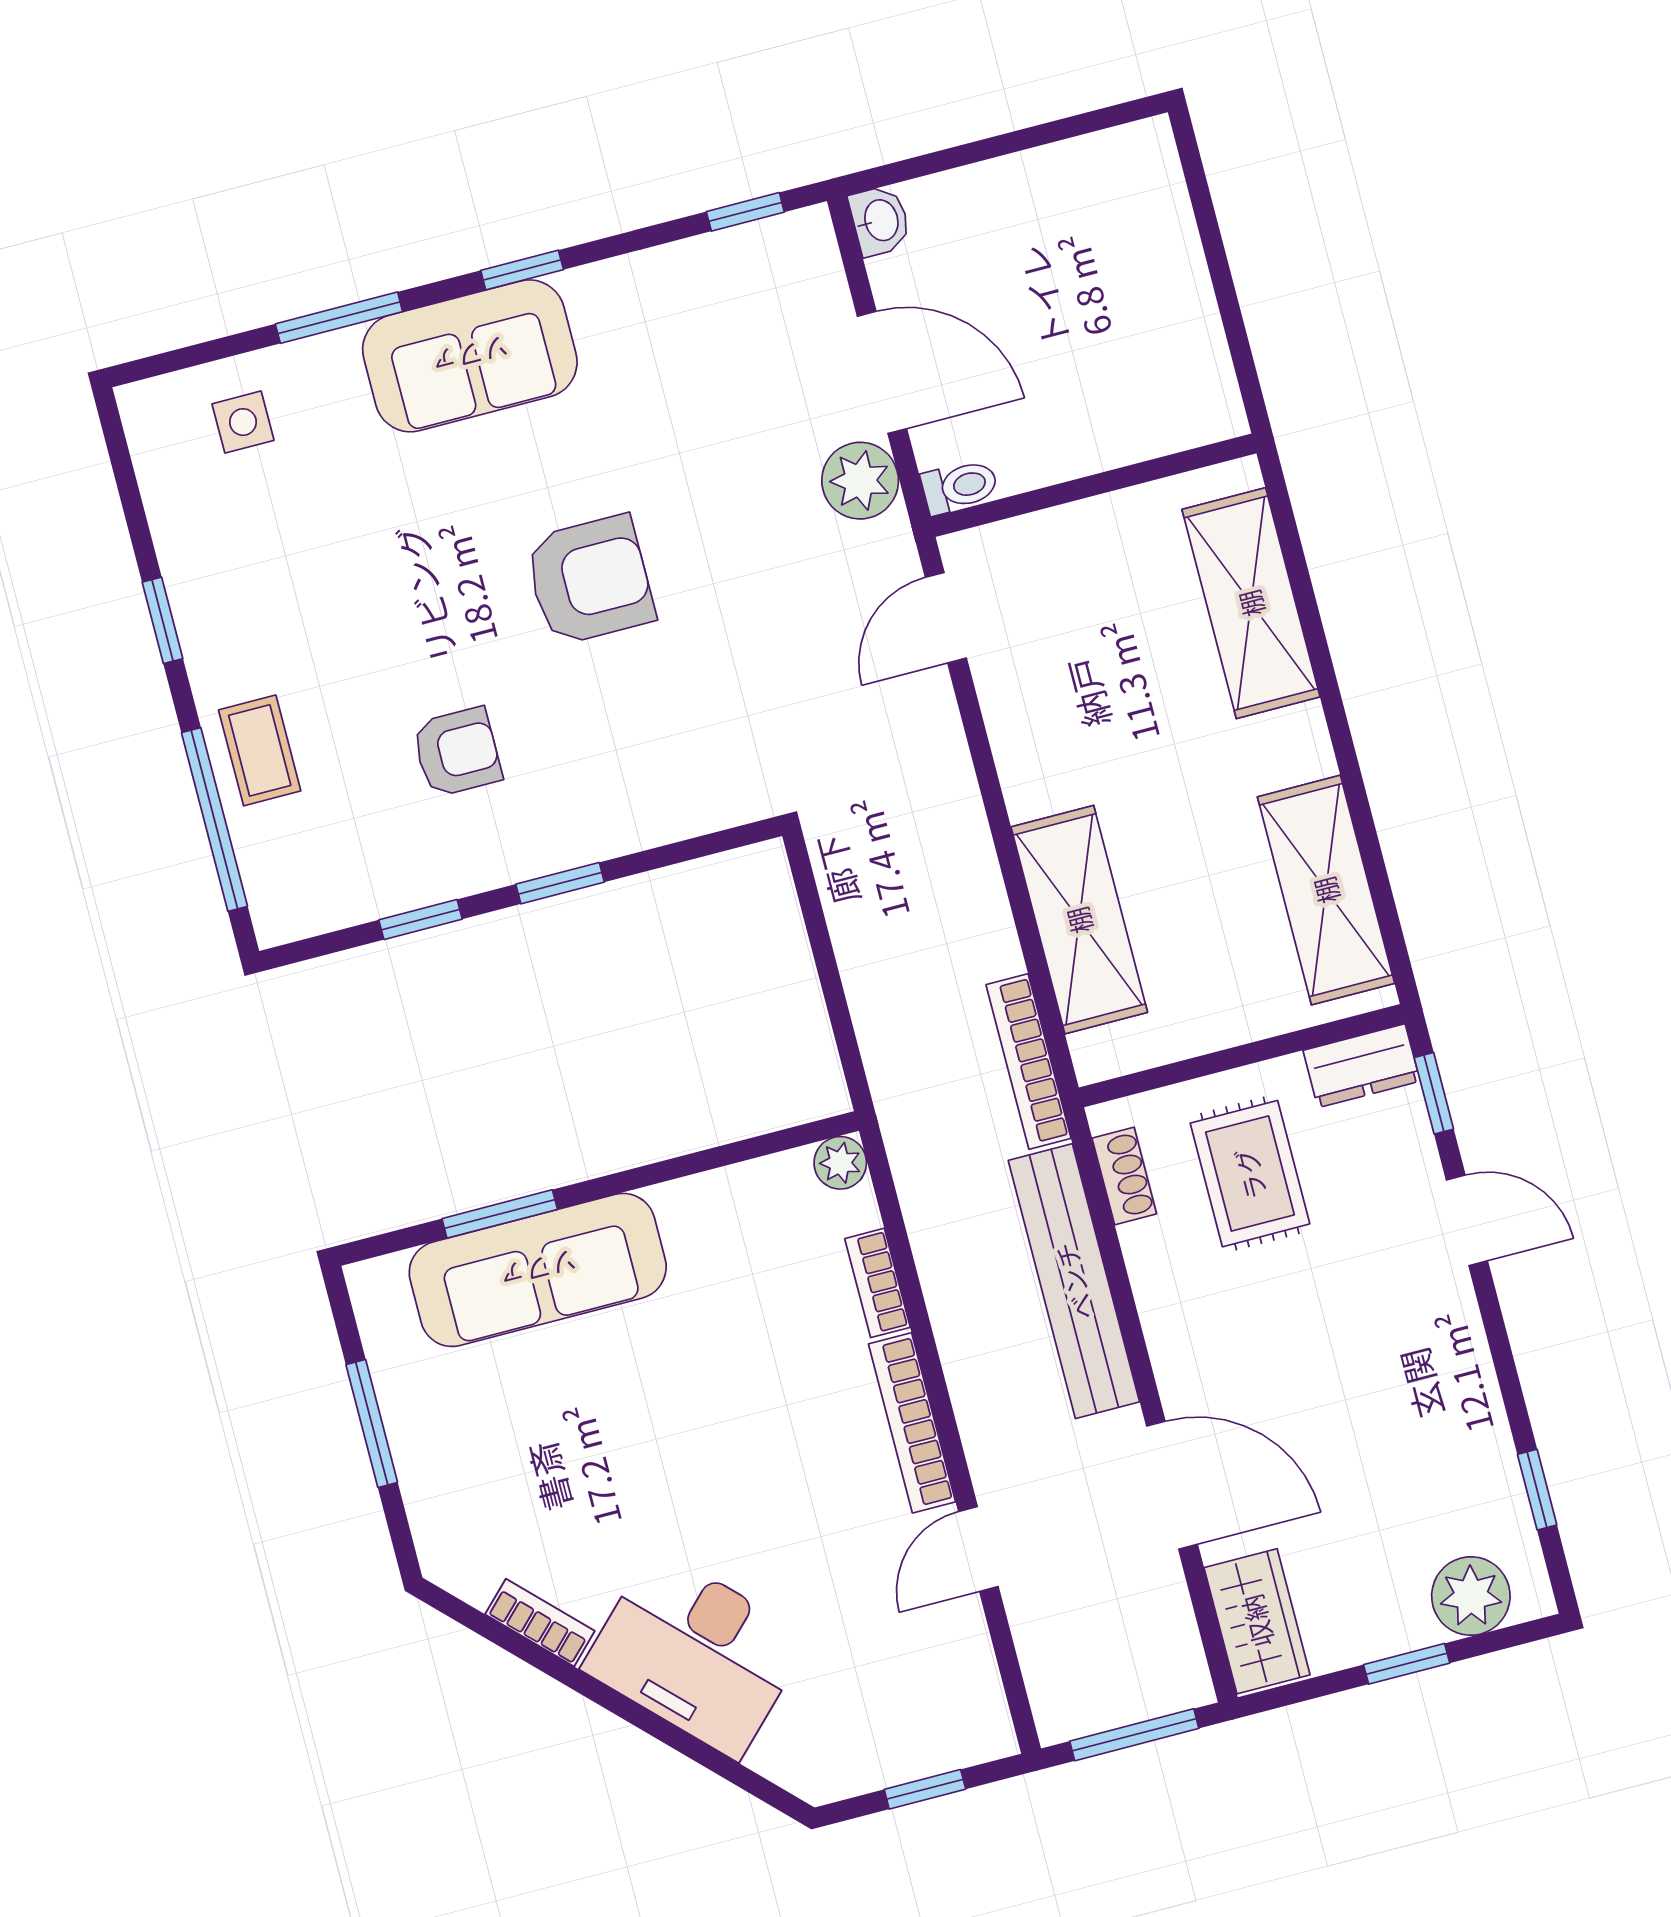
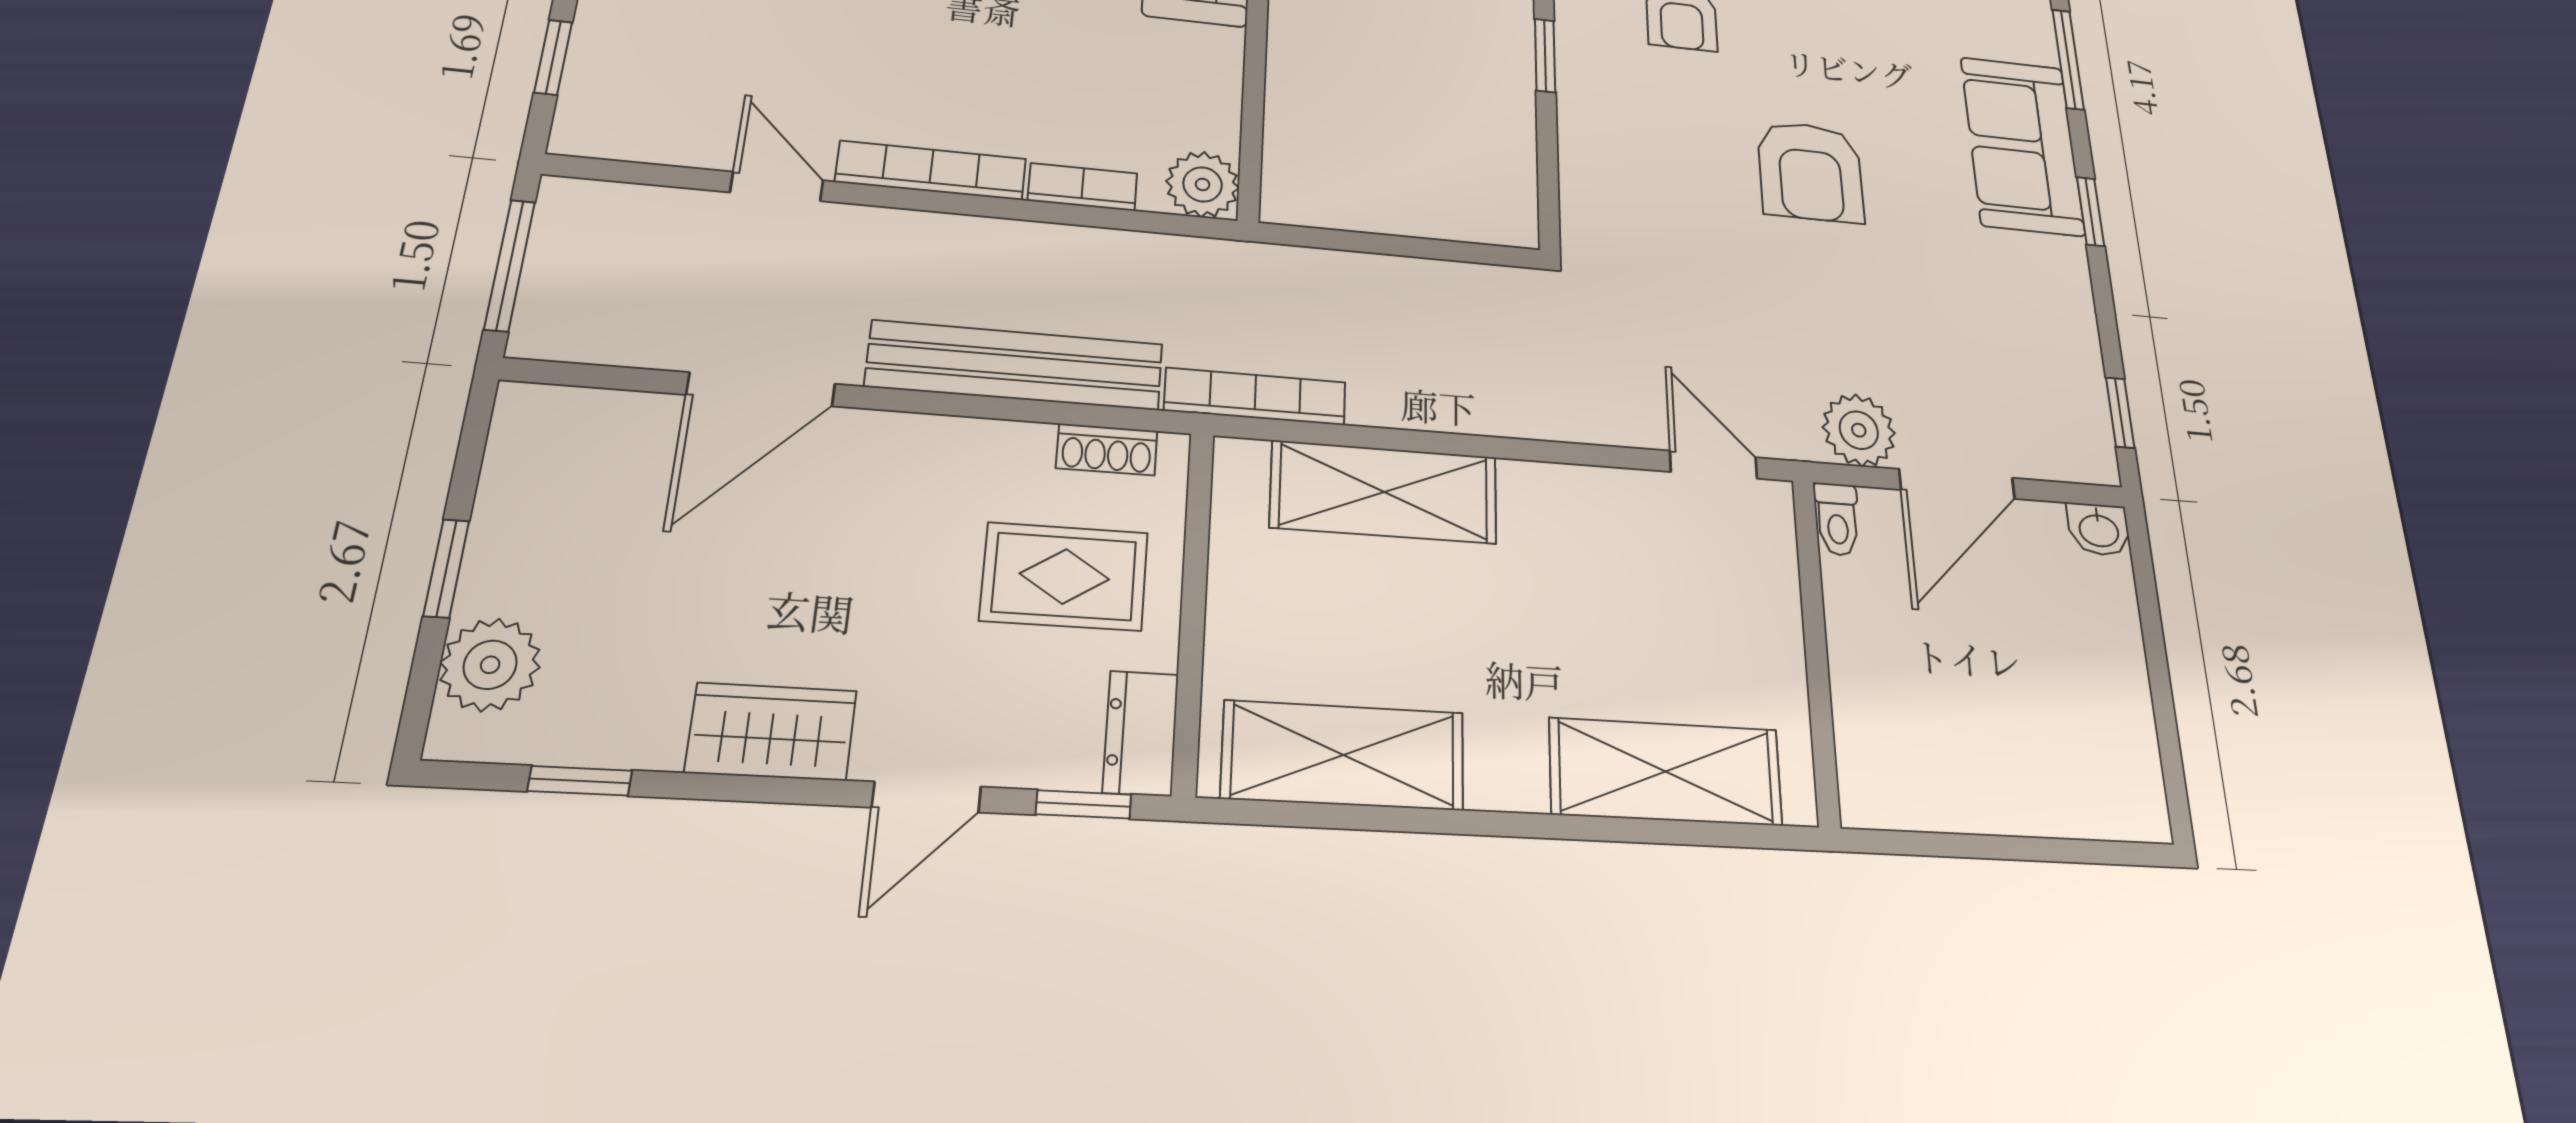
plant: (840, 1163) -> (1203, 184), width x1.38, depth x1.38
wardrobe: (1257, 1621) -> (771, 731), moved, turned 180

